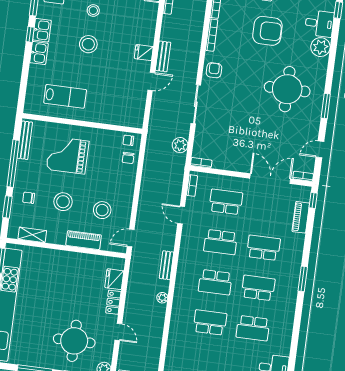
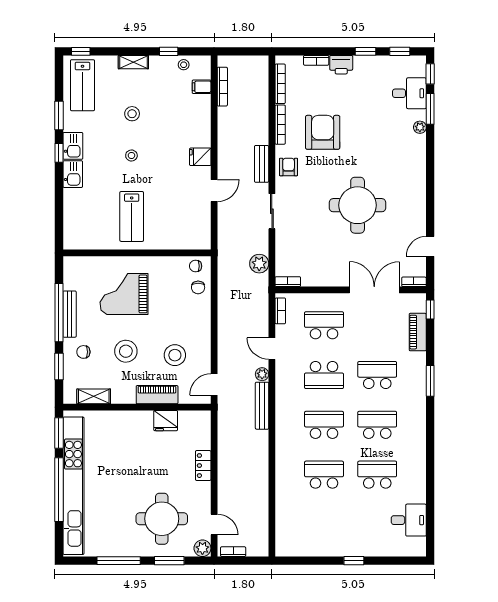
armchair: (267, 31) -> (323, 132), moved, turned -90
stool: (88, 44) -> (131, 155), width x0.53, depth x0.53
plant: (320, 47) -> (420, 127), width x0.53, depth x0.53
bench: (163, 56) -> (262, 164), moved
round table: (287, 89) -> (358, 205), moved
lab bench: (65, 96) -> (132, 216), moved, turned 90
sliding door: (196, 104) -> (272, 211), width x0.73
window: (326, 106) -> (430, 109), moved
bench: (25, 140) -> (70, 314), moved
bench: (167, 265) -> (262, 406), width x1.36
fridge: (114, 279) -> (166, 421), moved, turned -90
window: (303, 279) -> (430, 381), moved
school desk: (215, 282) -> (324, 425), turned 180
plant: (162, 298) -> (262, 374), moved
school desk: (253, 328) -> (377, 475), turned 180
door: (118, 332) -> (214, 524), moved

